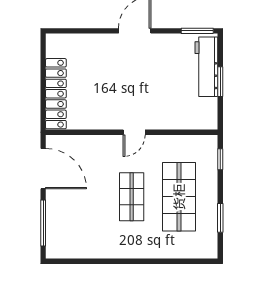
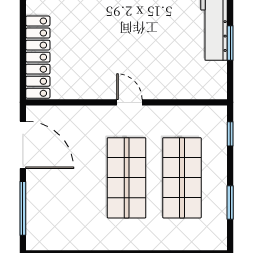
door: (134, 132) -> (129, 102), swing flipped
shop shelf: (132, 197) -> (127, 178), width x1.43, depth x1.36

